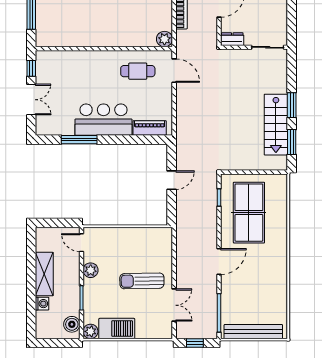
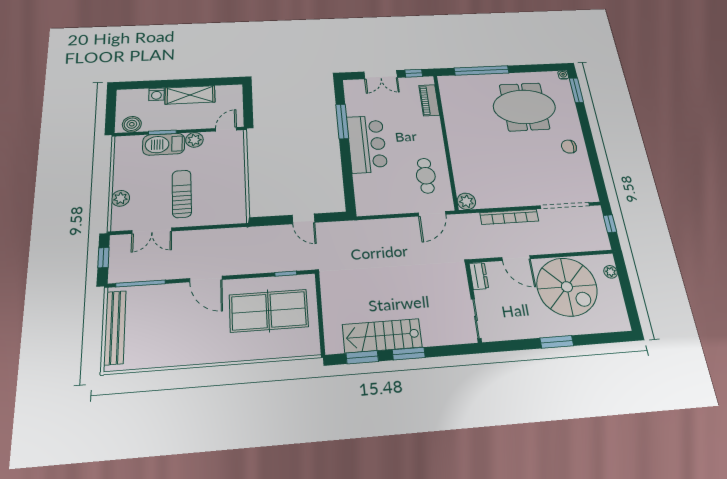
piano: (150, 128) -> (429, 100), moved, turned 180
barbecue: (117, 328) -> (164, 144), moved, turned 90
plant: (91, 331) -> (120, 198), moved

